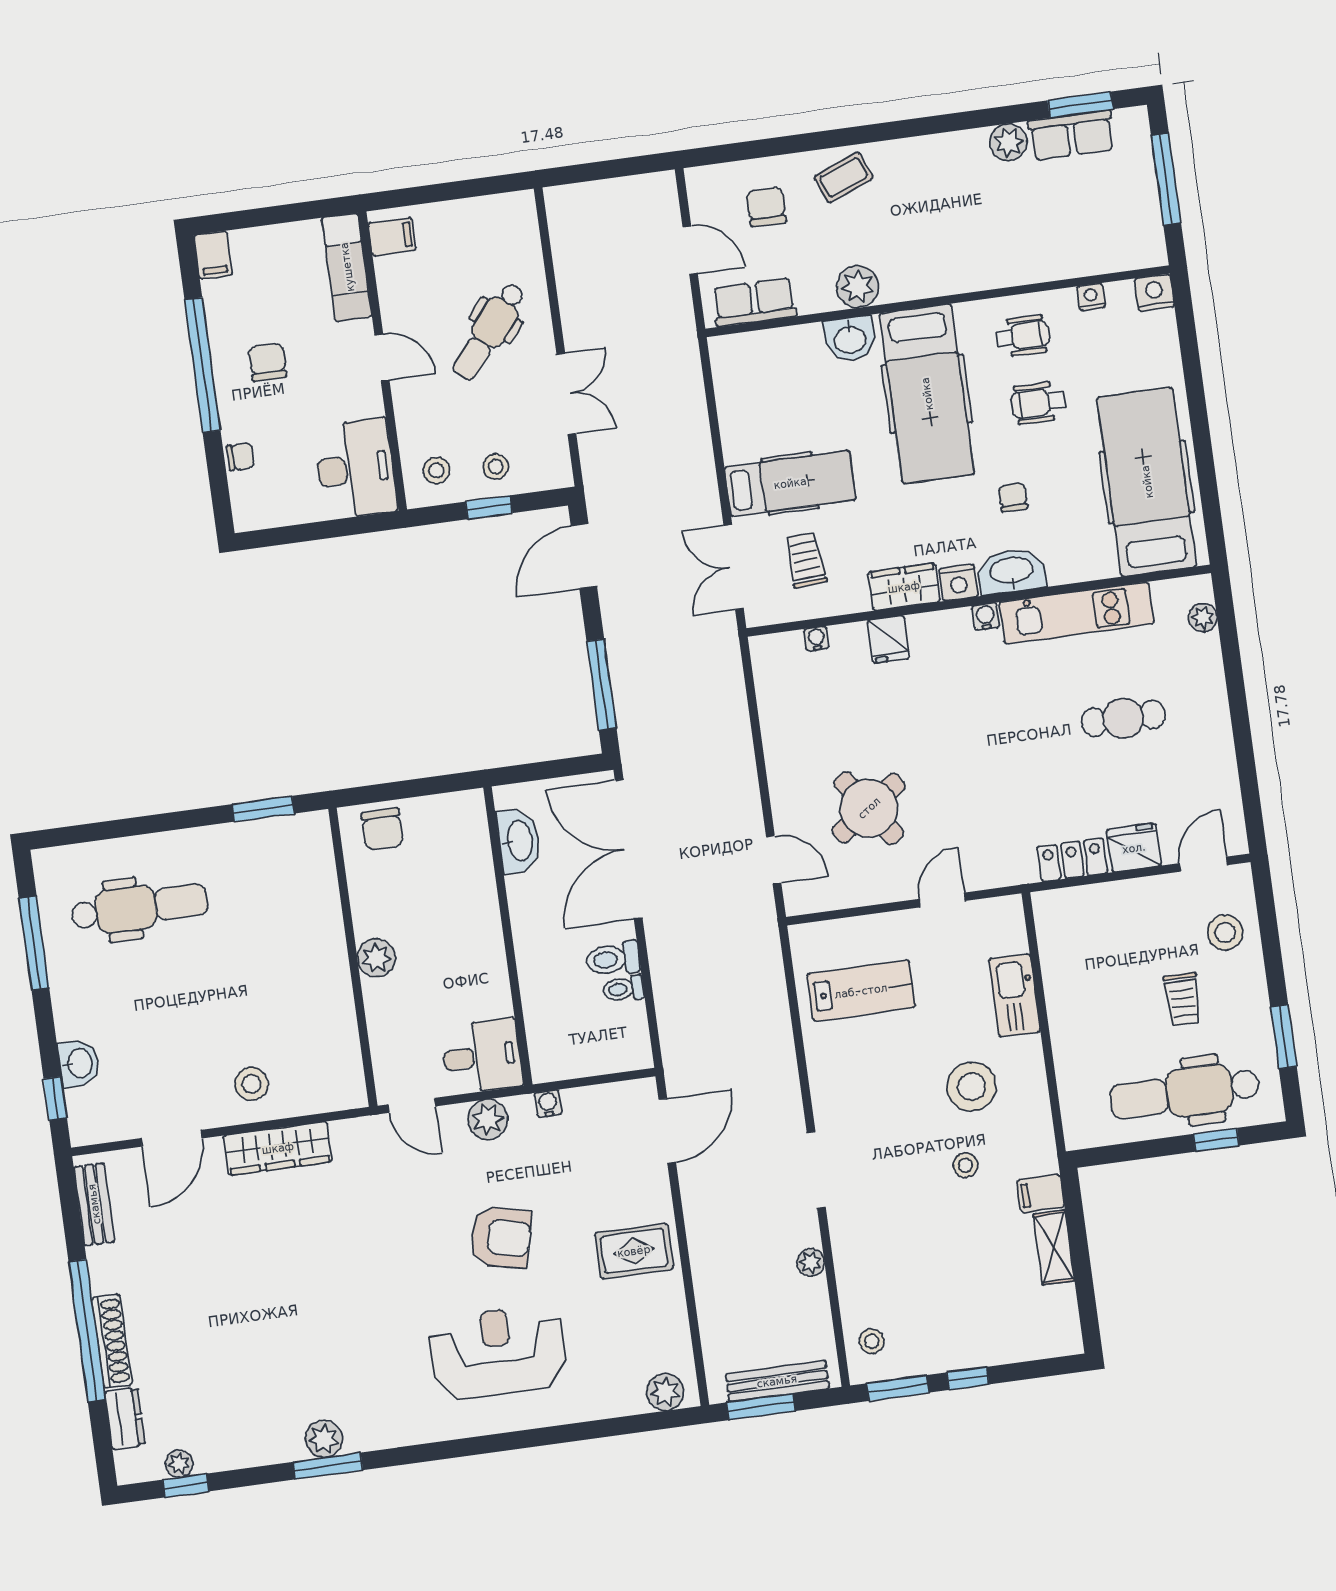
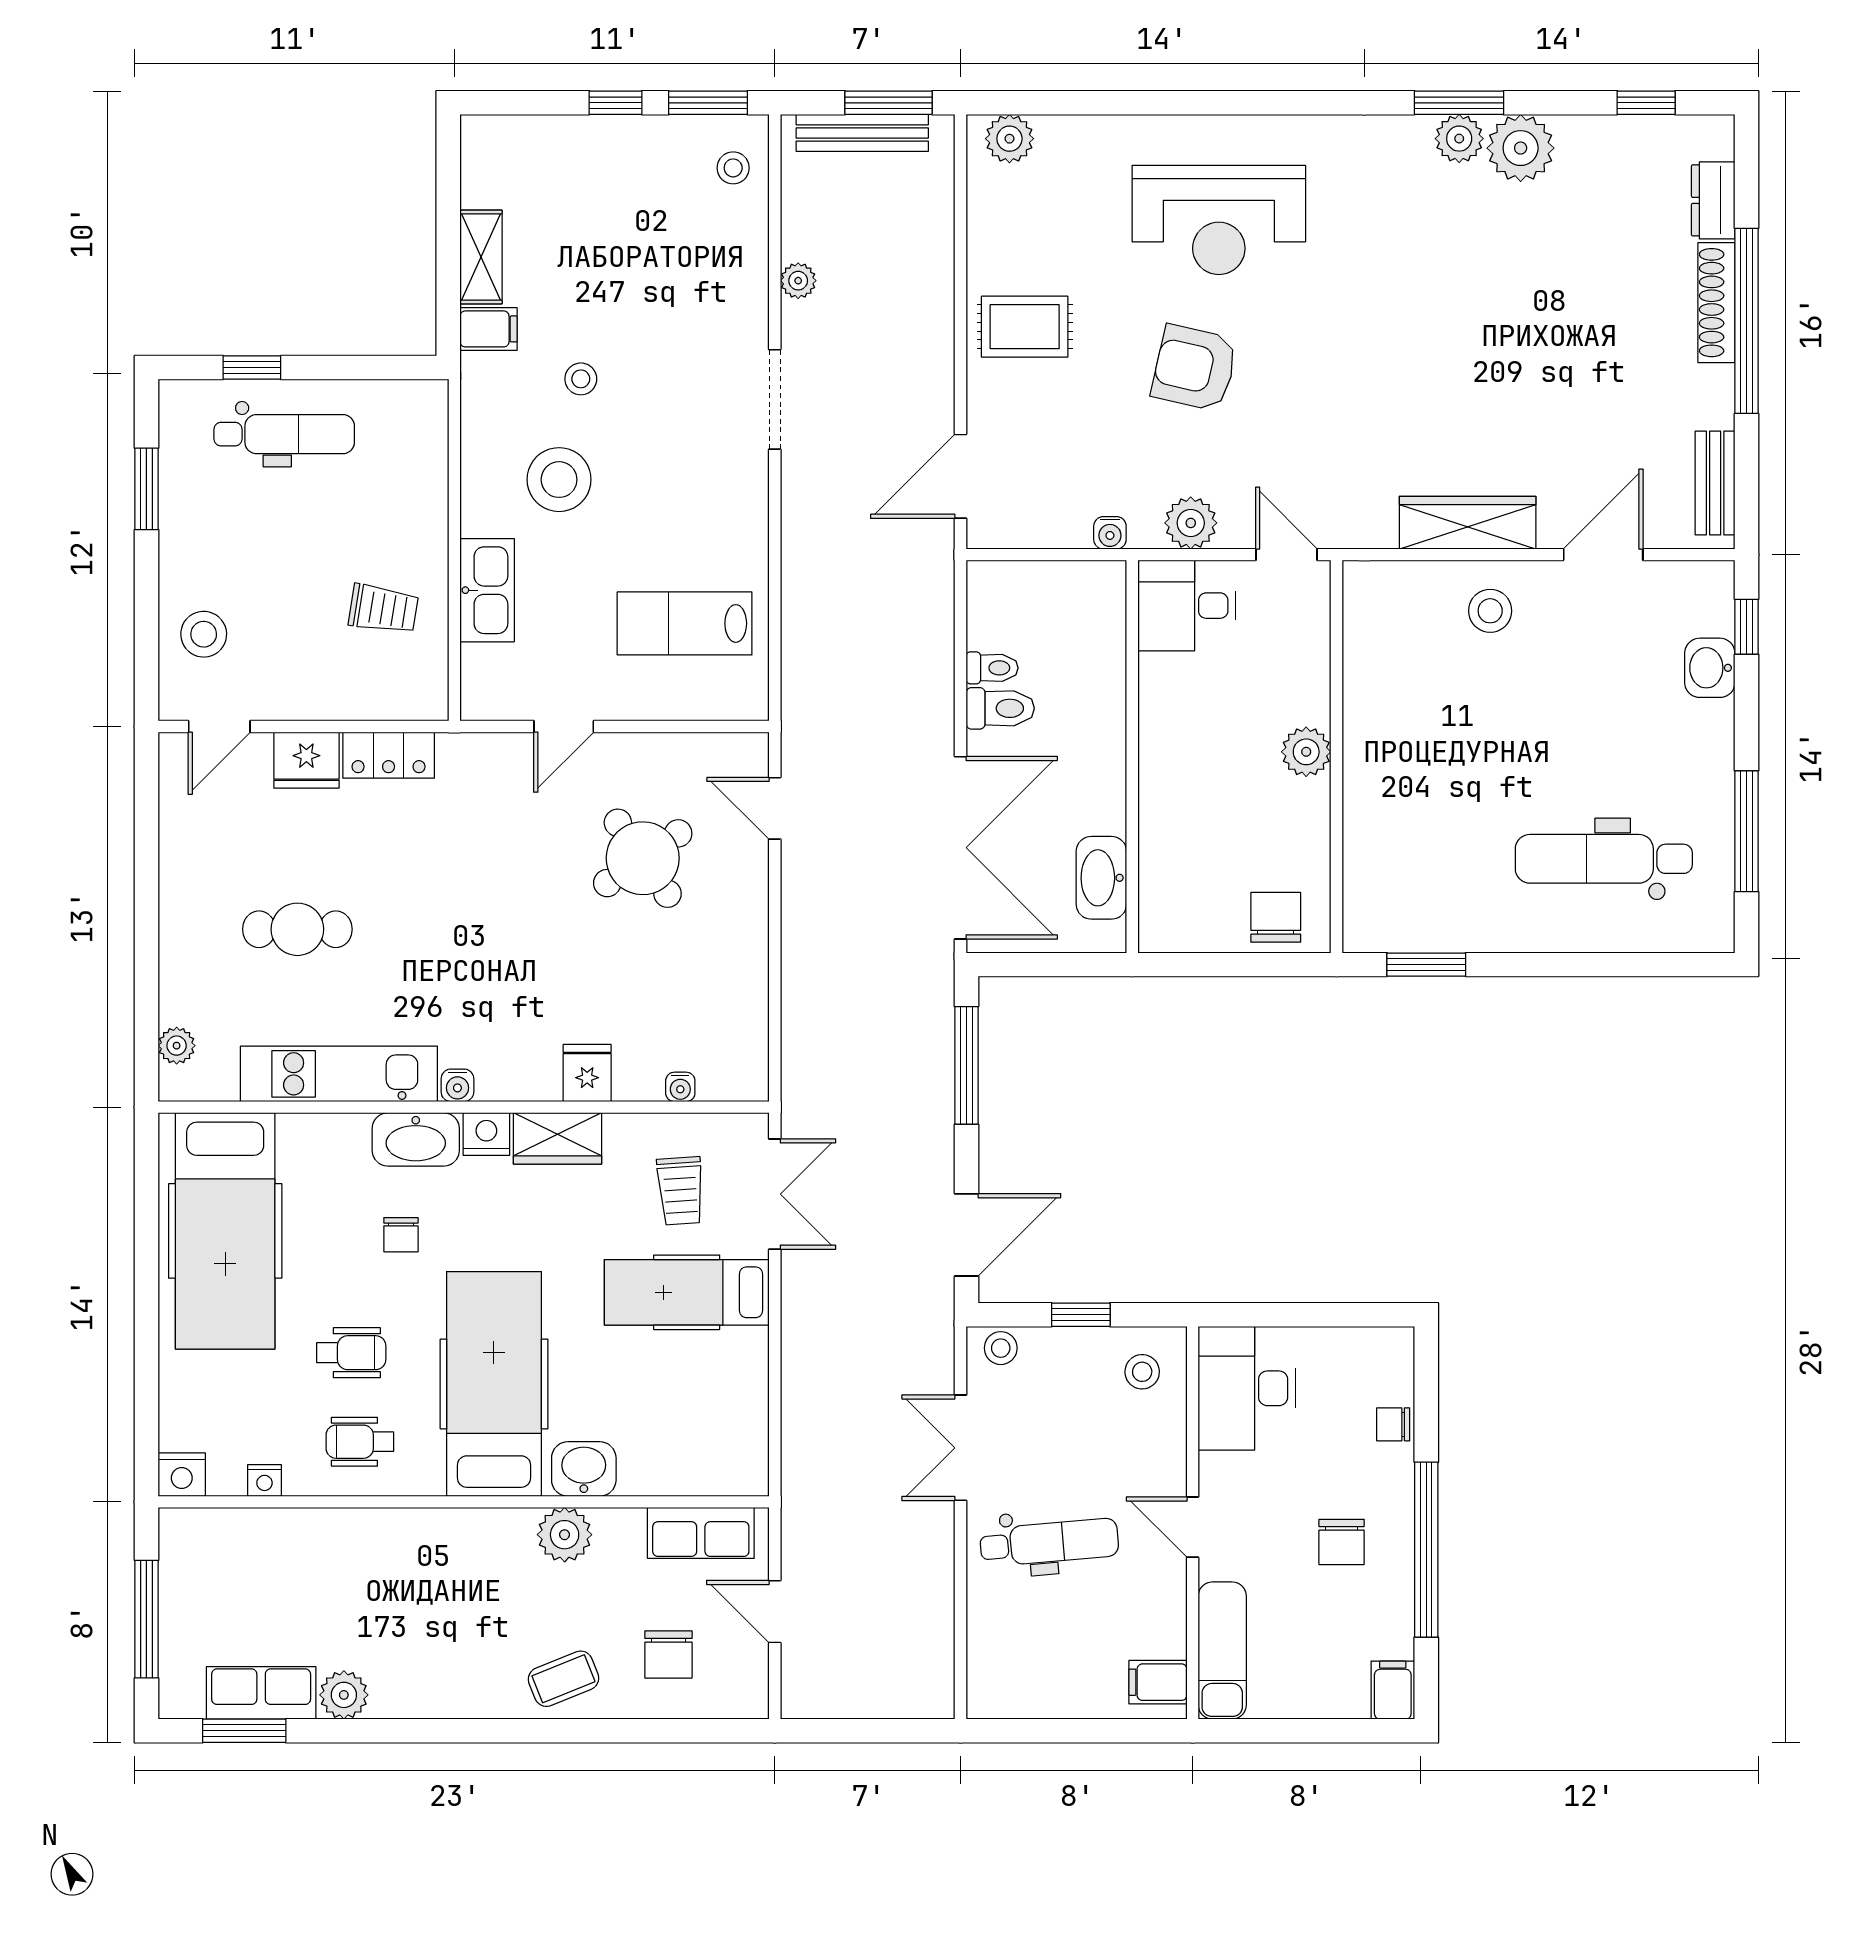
dental chair: (489, 331) -> (1049, 1542), turned 45
stool: (496, 466) -> (1001, 1348), moved
trolley: (1183, 999) -> (383, 609), moved, turned 99
dental chair: (1185, 1093) -> (284, 434), width x0.73, depth x0.72
plant: (179, 1464) -> (1521, 148), moved, width x1.88, depth x1.88

